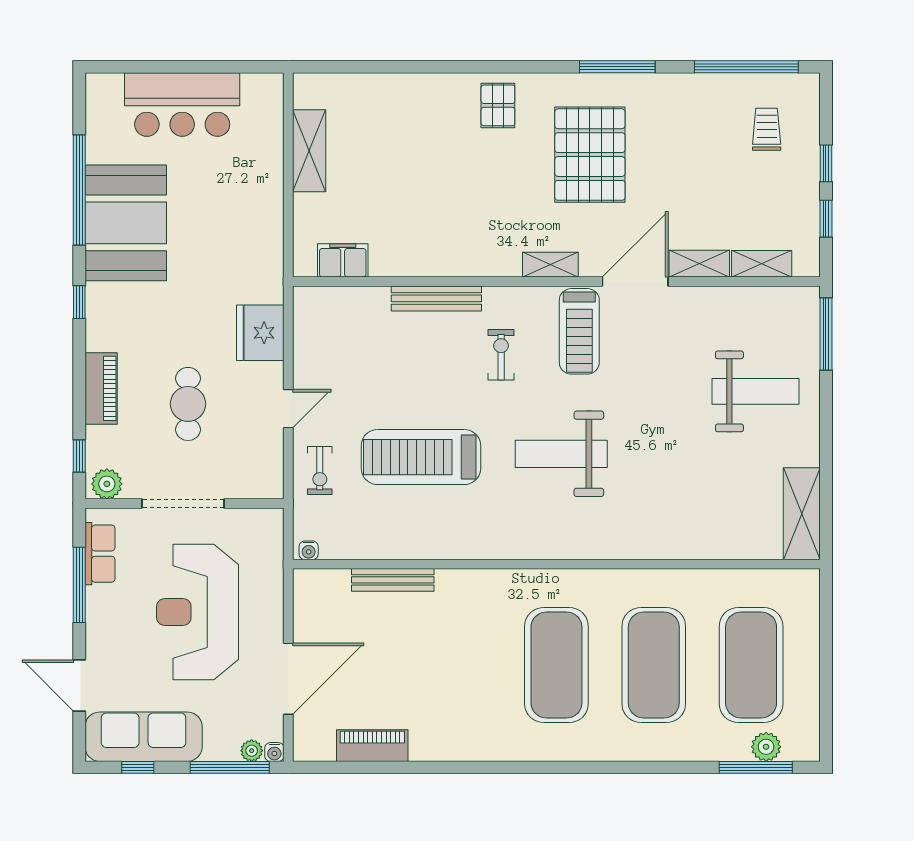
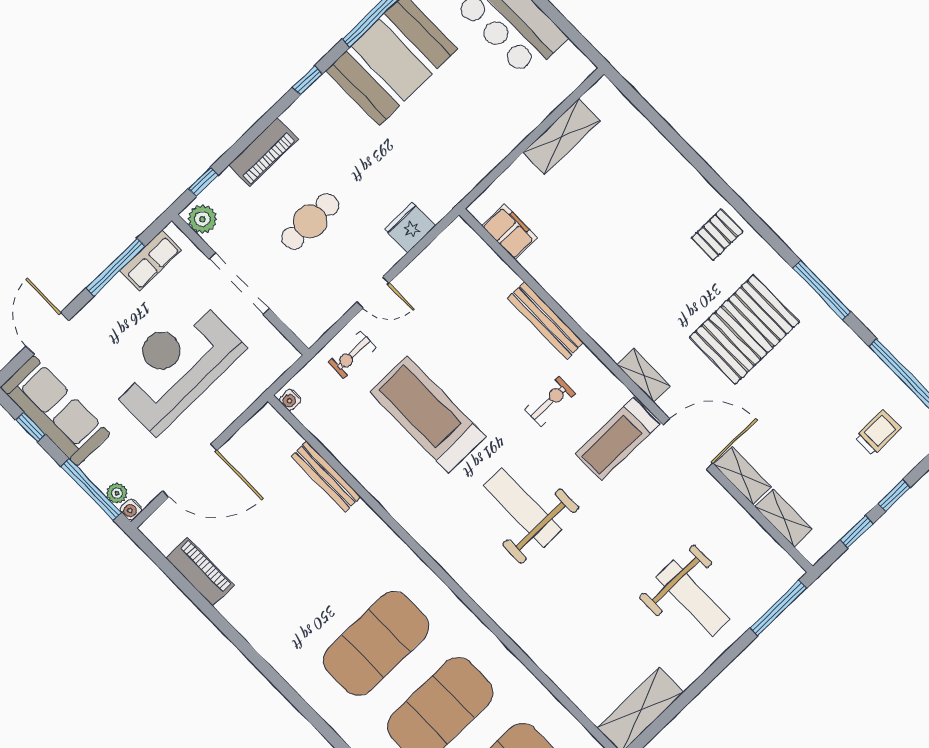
fridge: (260, 333) -> (410, 228), width x0.73, depth x0.75

